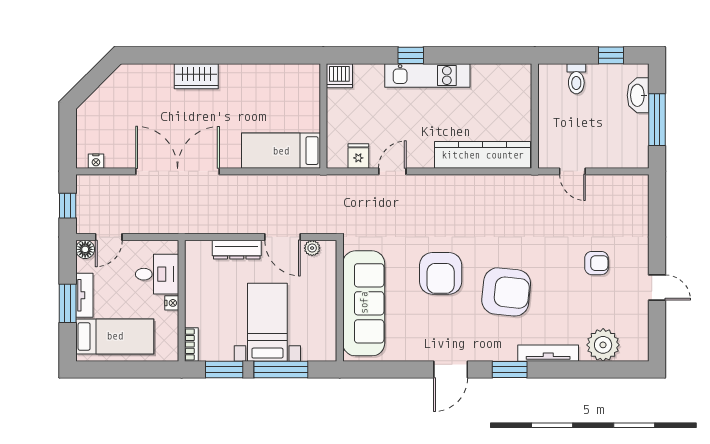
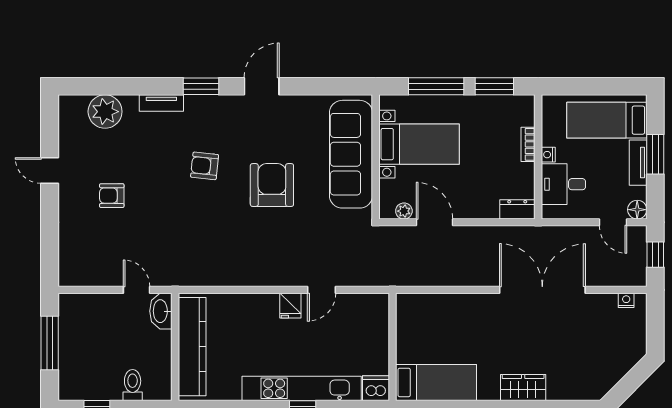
kitchen unit: (427, 76) -> (302, 388), width x1.36
washbasin: (638, 95) -> (161, 311), moved, turned 180
bed: (281, 151) -> (436, 382), moved
kitchen counter: (483, 155) -> (192, 347), moved, turned -90
fridge: (358, 156) -> (290, 306), moved
double door: (178, 171) -> (542, 290), swing flipped
door: (109, 237) -> (613, 222), swing flipped
dresser: (237, 250) -> (517, 209), moved, width x0.70
armchair: (506, 292) -> (205, 166), width x0.53, depth x0.53
bed with nightstands: (267, 322) -> (419, 144), moved, turned -90
bookcase: (191, 344) -> (528, 144), moved
tv unit: (548, 353) -> (161, 103), width x0.71

